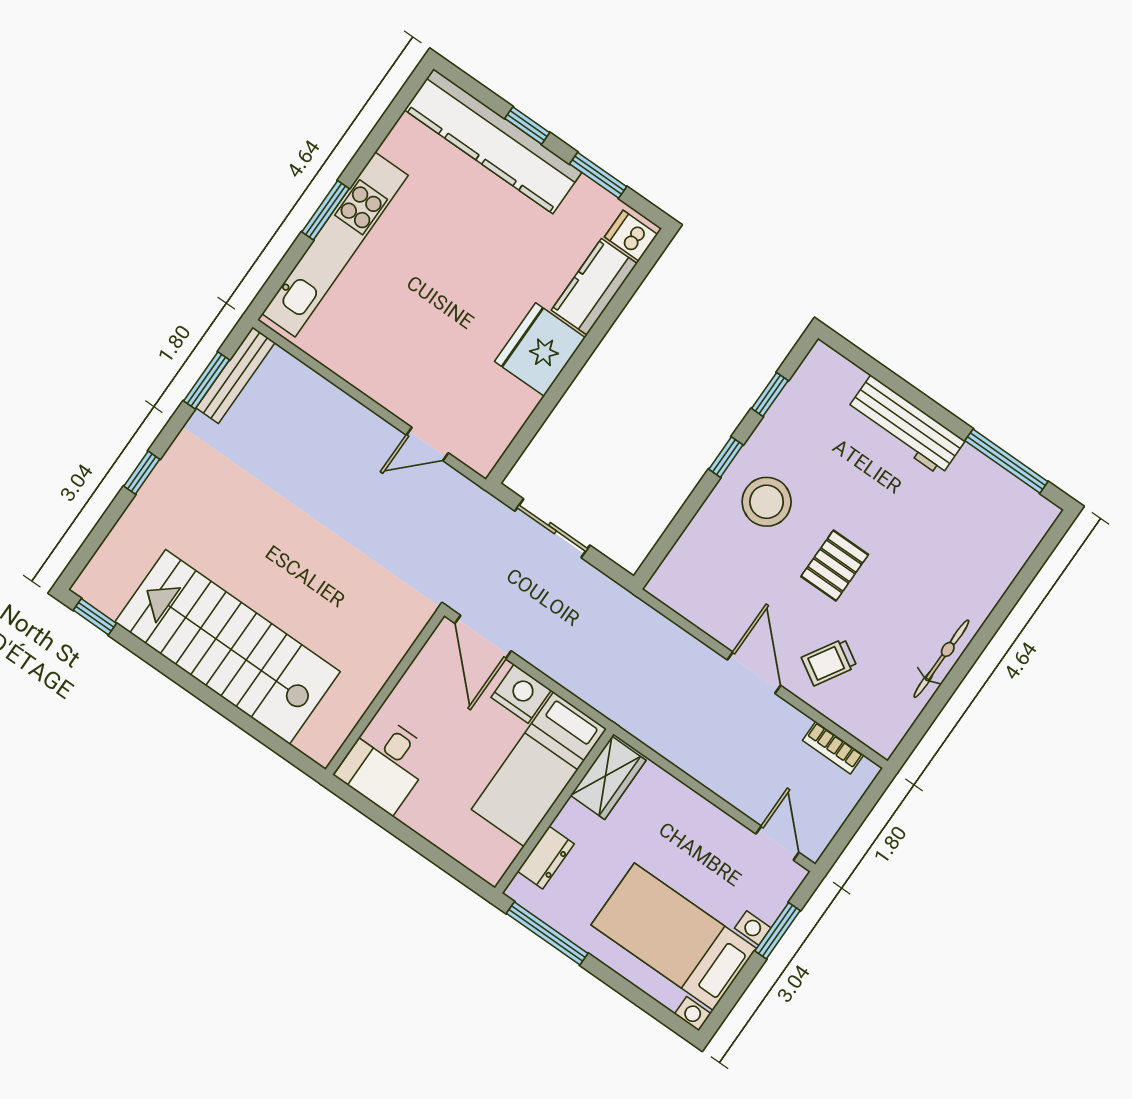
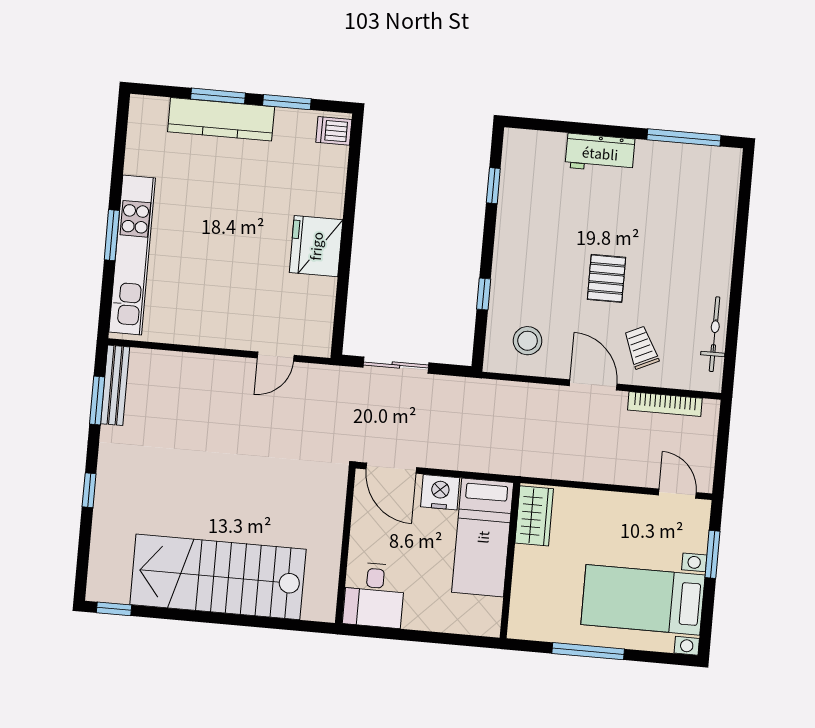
window: (527, 126) -> (218, 96), width x1.50
kitchen counter: (493, 141) -> (221, 119), width x0.72, depth x0.86
kitchen counter: (594, 287) -> (329, 181), removed
workbench: (906, 426) -> (600, 153), width x0.73
window: (726, 457) -> (484, 294), moved
stool: (767, 502) -> (528, 341), moved, width x0.73, depth x0.73
bicycle: (941, 659) -> (715, 334), moved
trolley: (829, 662) -> (641, 347), turned 124
bookcase: (833, 748) -> (665, 404), width x1.56
dresser: (546, 857) -> (523, 596), removed
window: (547, 933) -> (588, 651), moved

